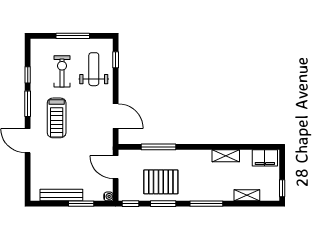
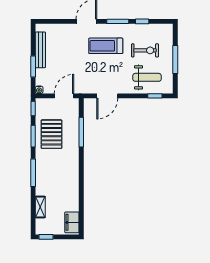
shelving: (226, 156) -> (74, 189), removed

